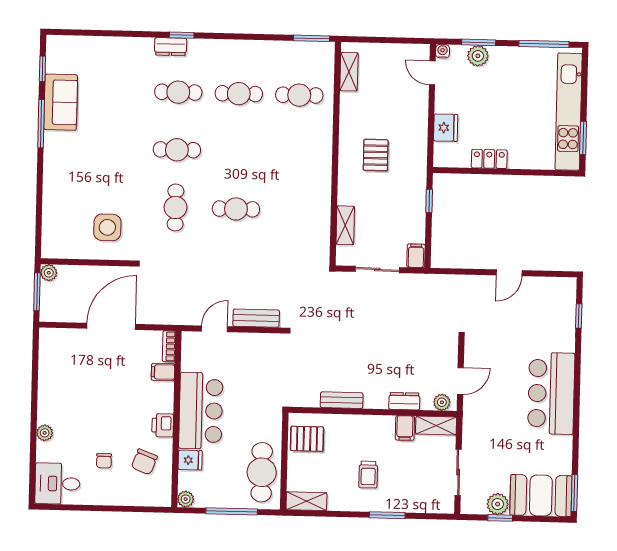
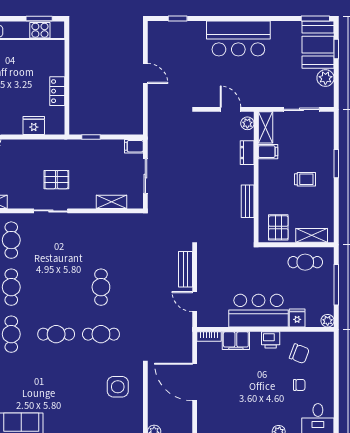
sliding door: (335, 147) -> (51, 211), added
cafe table: (177, 150) -> (56, 334), turned 90
filing cabinet: (163, 372) -> (236, 341), width x2.00
cafe table: (262, 472) -> (305, 262), width x0.73, depth x0.74
shelving: (306, 501) -> (312, 235), moved, turned 90
window: (500, 518) -> (336, 49), moved

